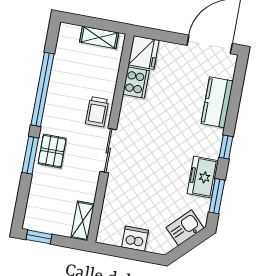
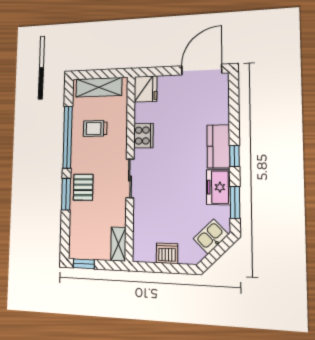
shelving: (99, 37) -> (99, 87), width x1.50, depth x1.33
cooker: (136, 83) -> (143, 136), moved
kitchen counter: (217, 102) -> (218, 146), moved
trolley: (97, 112) -> (95, 128), moved, turned 90

